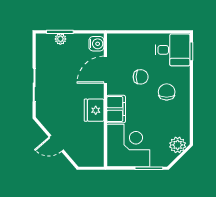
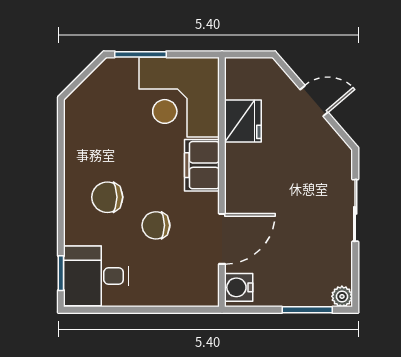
plant: (60, 39) -> (342, 296), moved
chair: (167, 92) -> (107, 197), turned 90
fridge: (94, 110) -> (243, 121), moved
plant: (178, 145) -> (87, 98), removed

